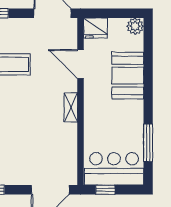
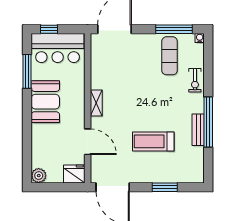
booth: (128, 76) -> (45, 102), moved
window: (105, 190) -> (49, 29), moved

